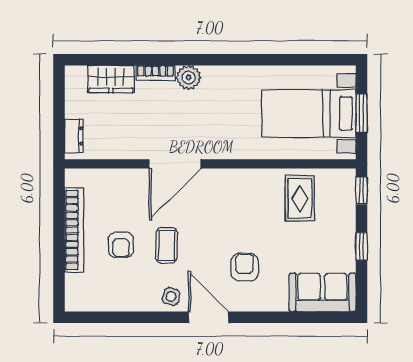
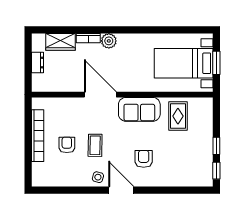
dresser: (74, 136) -> (38, 63), moved
door: (175, 164) -> (100, 95), swing flipped
window: (361, 191) -> (216, 171), moved
armchair: (121, 245) -> (67, 145), turned 180
sofa: (323, 292) -> (139, 109), moved, turned 180

